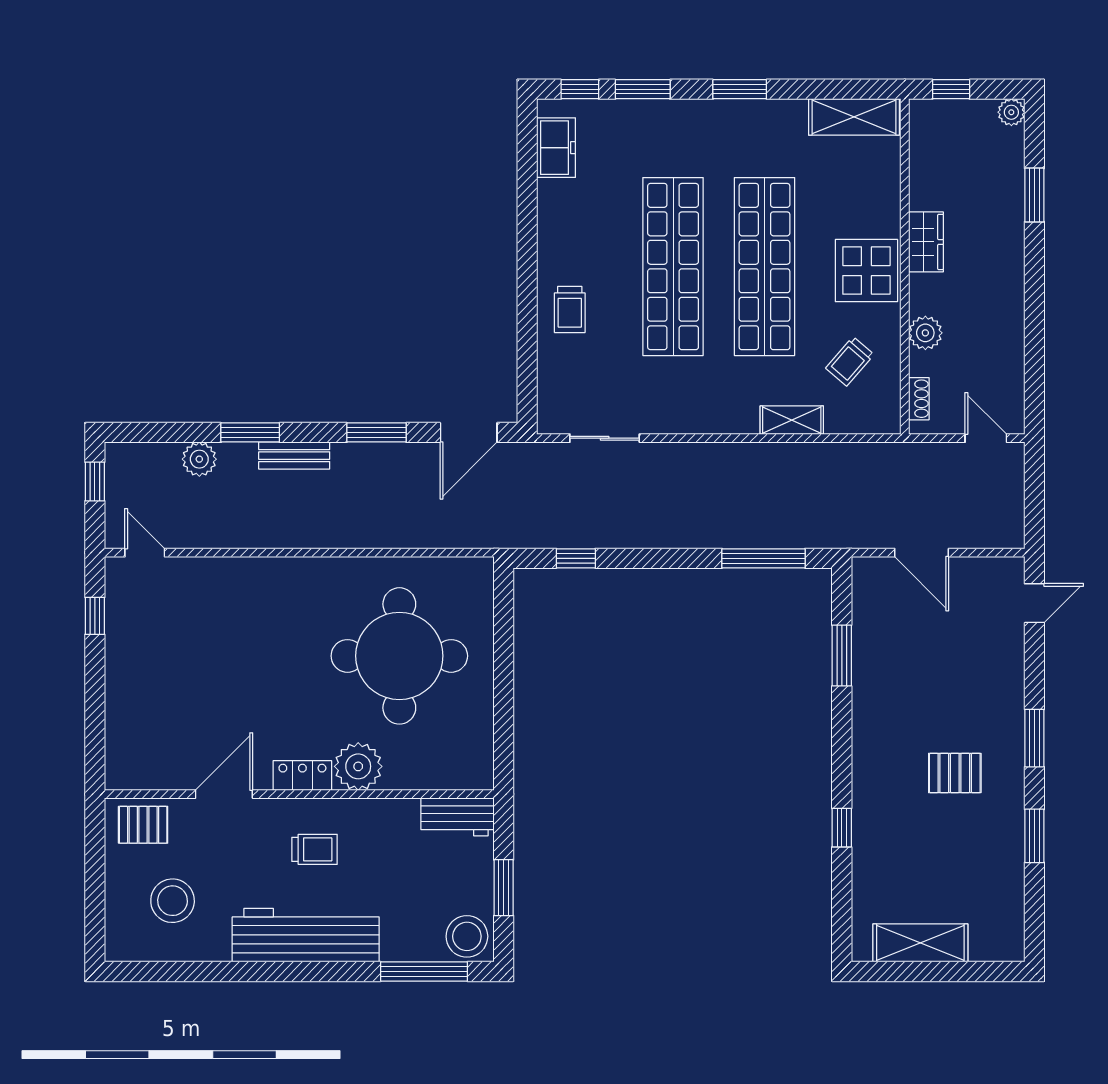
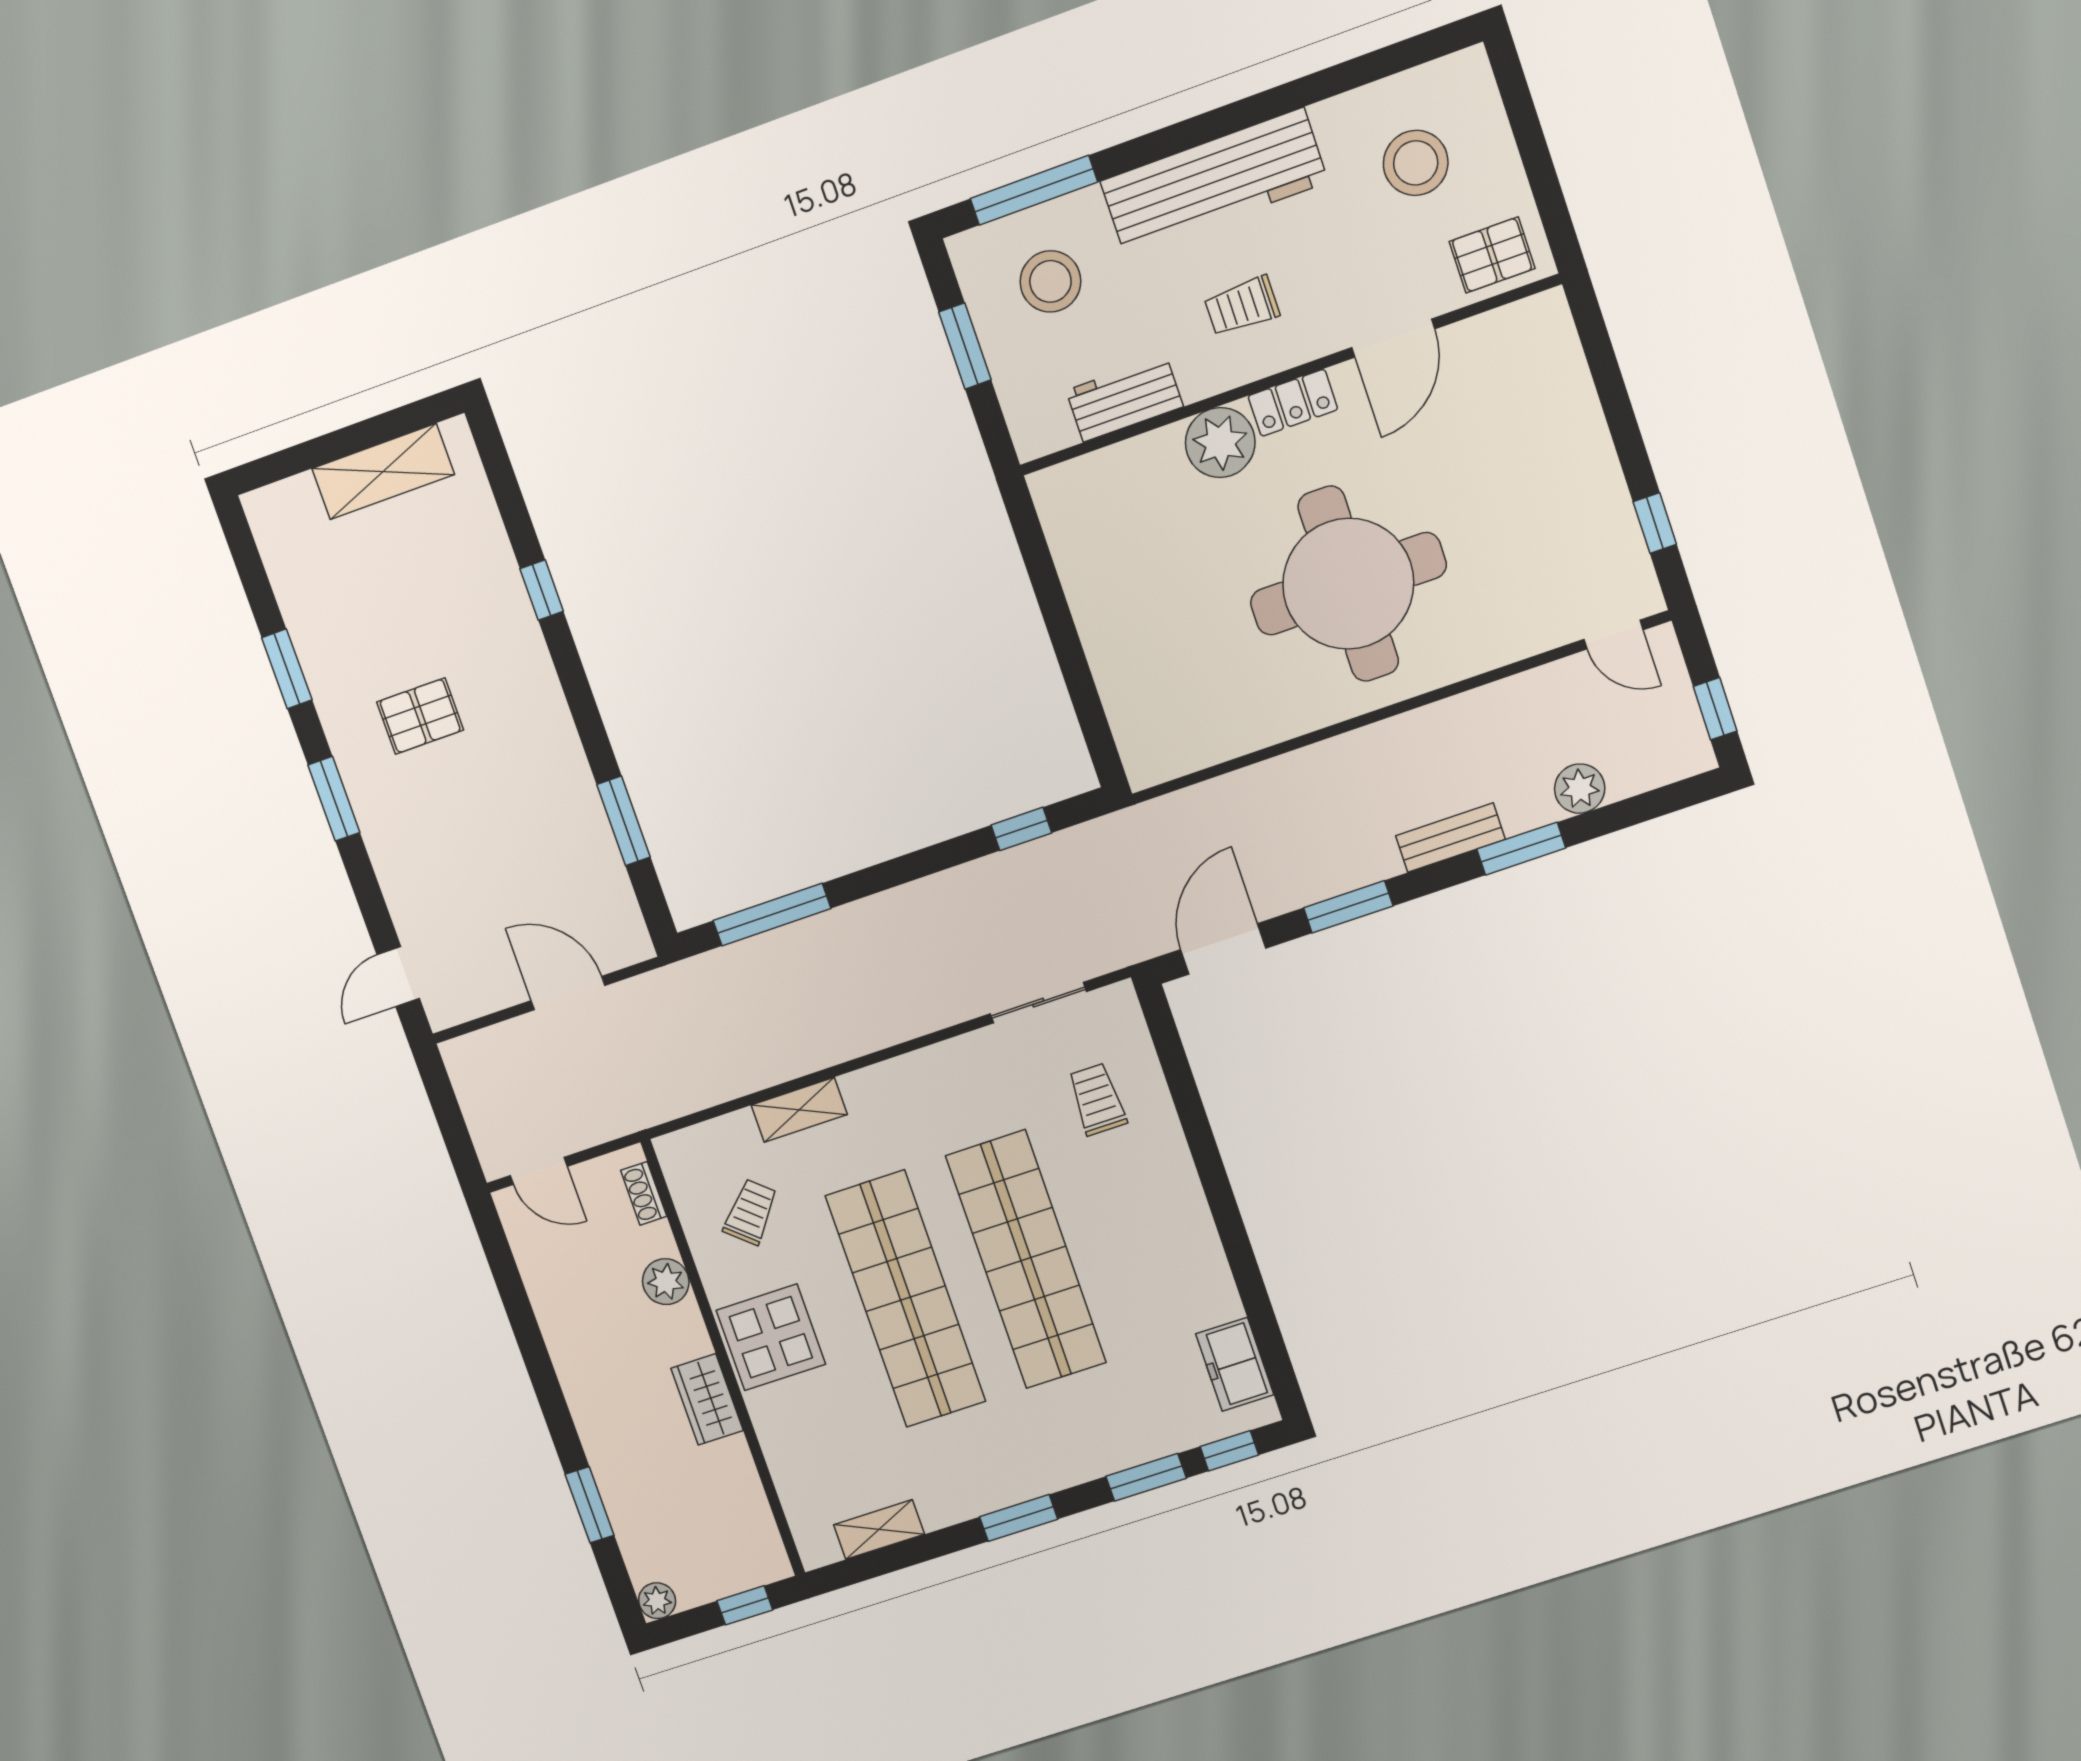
shelving: (854, 117) -> (879, 1529), width x0.67, depth x0.75
trolley: (570, 309) -> (1097, 1099), moved
round table: (399, 656) -> (1348, 584), moved
workbench: (457, 817) -> (1125, 398), moved
stool: (467, 936) -> (1050, 281), moved

